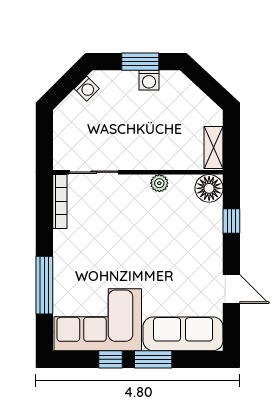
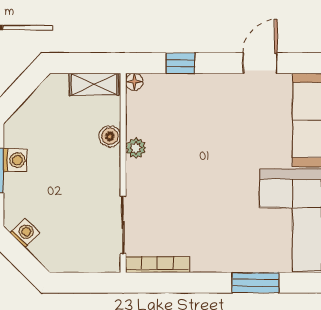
boiler: (169, 161) -> (110, 136), added
floor lamp: (209, 188) -> (134, 82), width x0.53, depth x0.53
window: (44, 285) -> (255, 283), width x0.69

